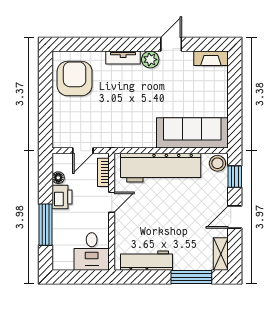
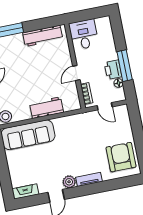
armchair: (75, 79) -> (121, 157), turned 180
door: (83, 151) -> (105, 106), swing flipped
workbench: (161, 168) -> (46, 108), width x0.53, depth x0.76
window: (45, 225) -> (125, 66), moved

